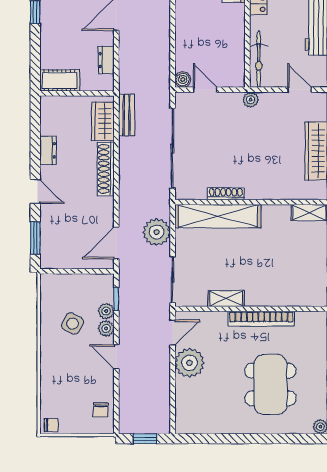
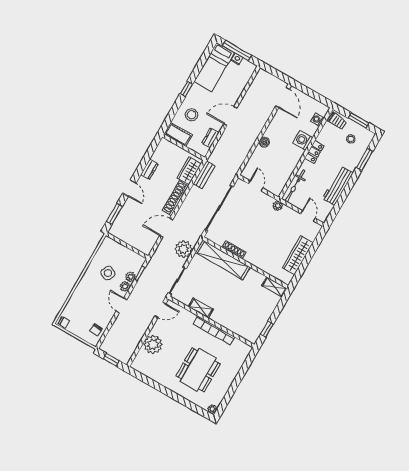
stool: (63, 43) -> (192, 115), added
boiler: (183, 80) -> (264, 142), moved
door: (116, 243) -> (166, 228), moved
plant: (189, 363) -> (153, 344), moved

